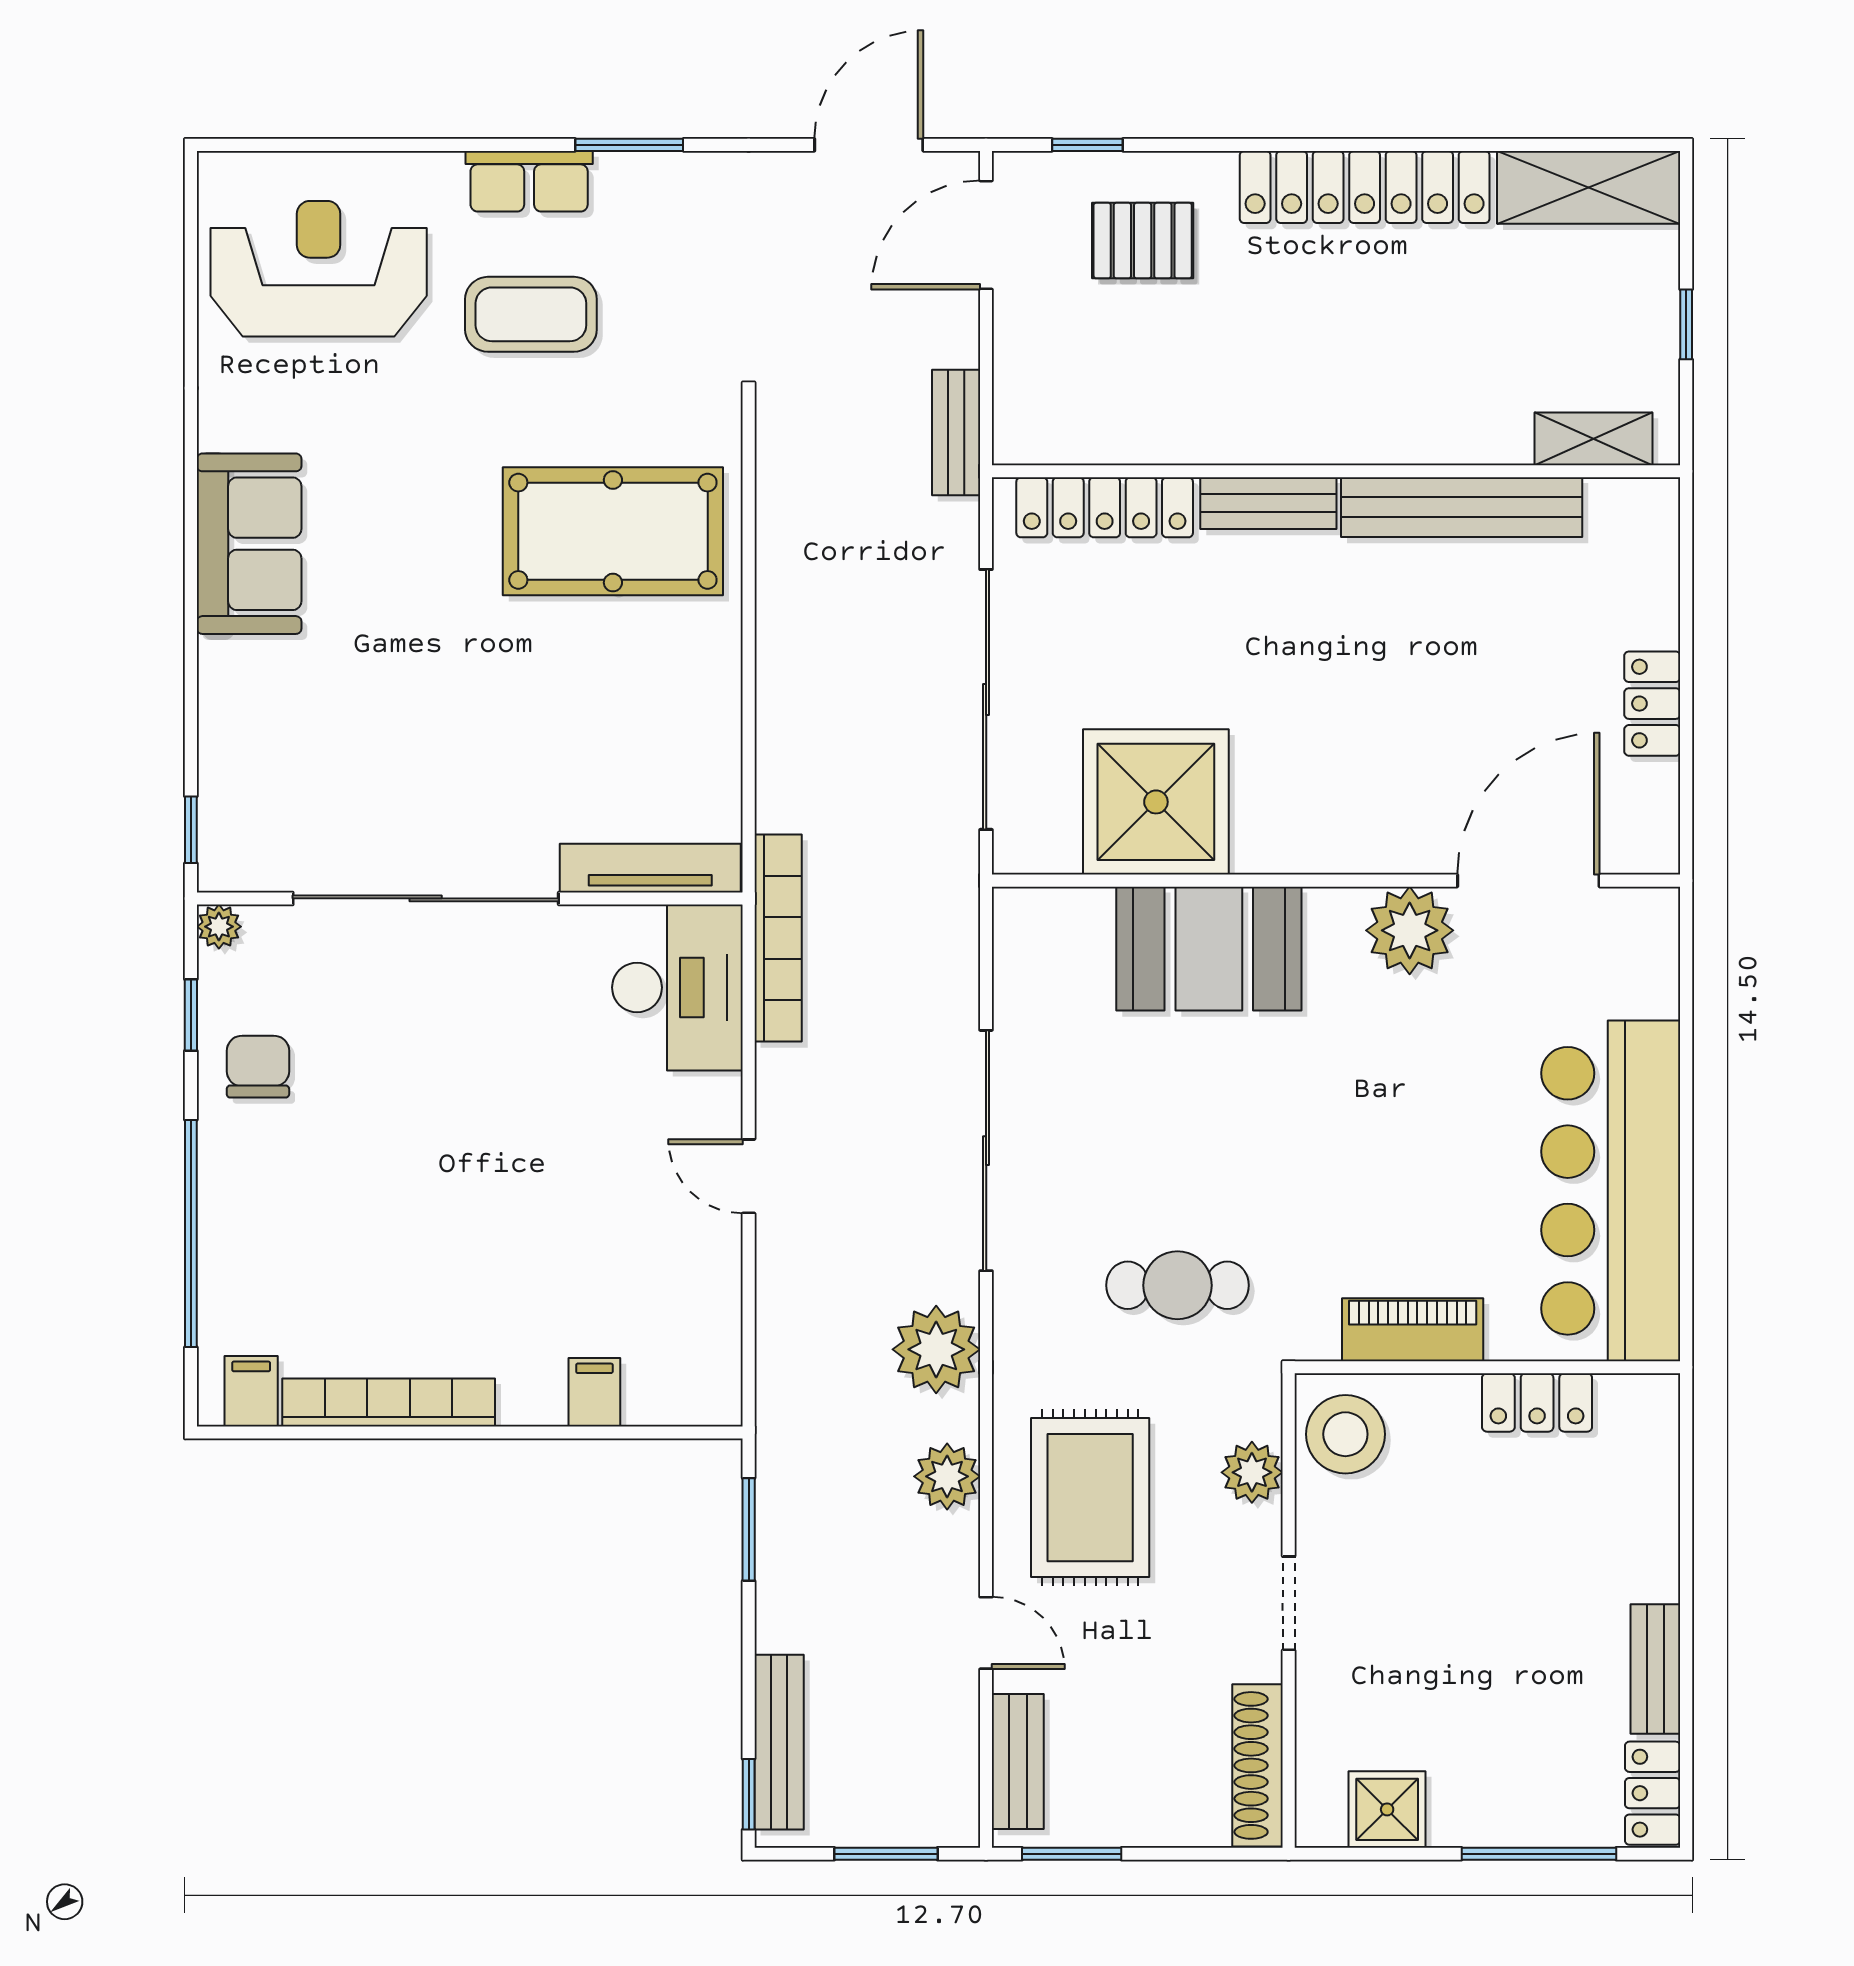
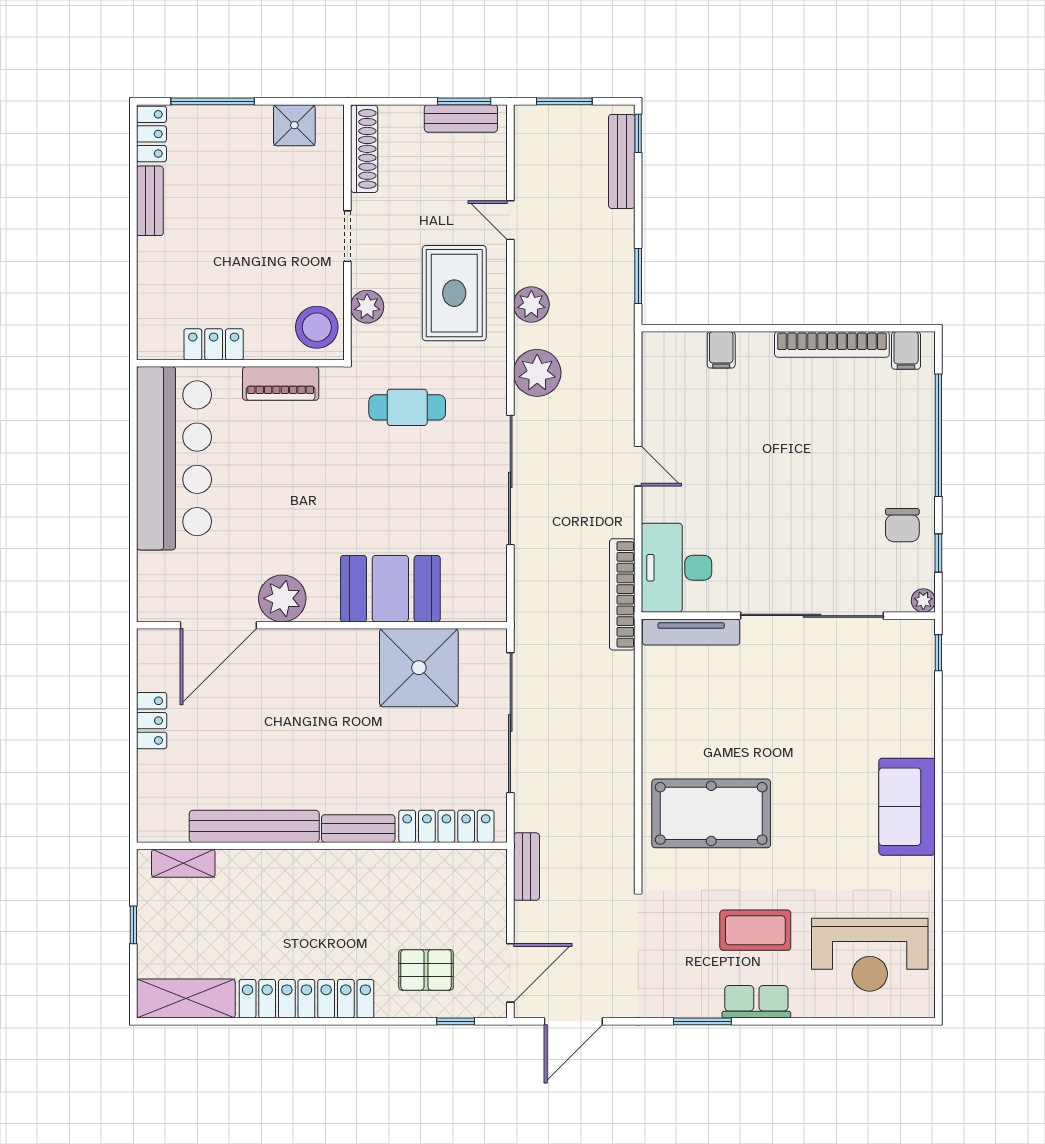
bench: (1018, 1762) -> (461, 118), moved, turned 90

